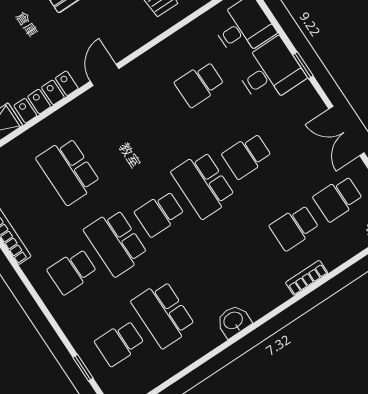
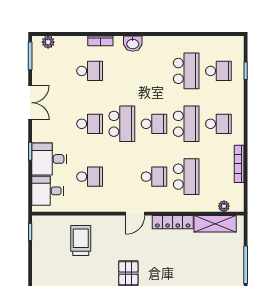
school desk: (338, 198) -> (154, 177), moved
washbasin: (234, 321) -> (133, 44), moved

